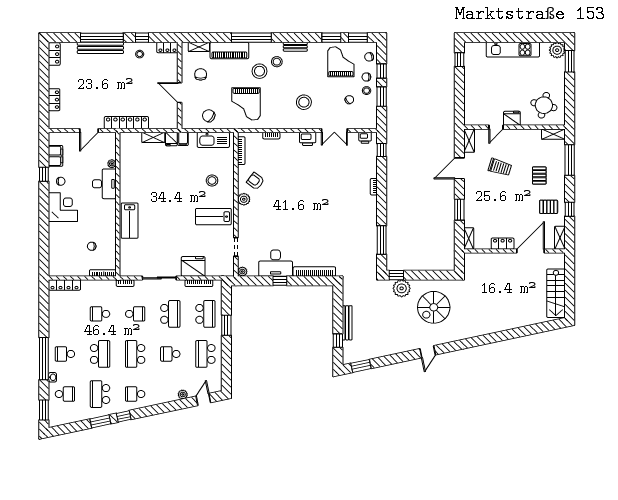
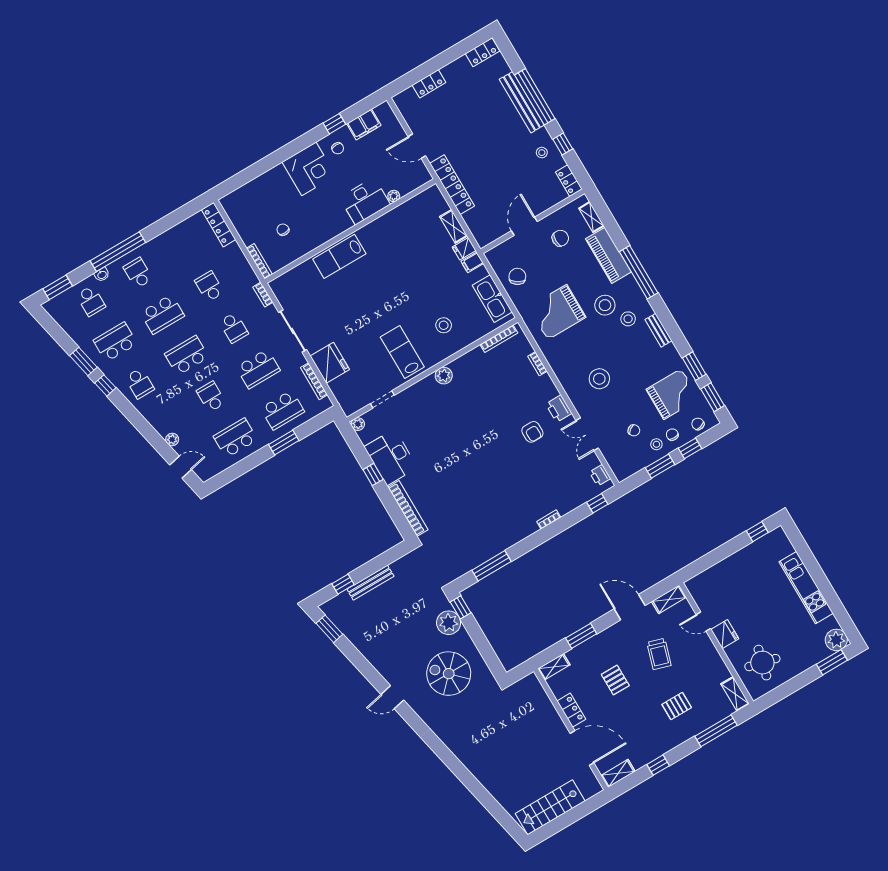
armchair: (255, 181) -> (532, 432), moved, turned 143
pallet: (549, 207) -> (615, 680), moved
school desk: (135, 394) -> (140, 383), turned 180

